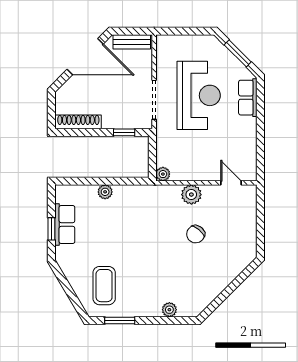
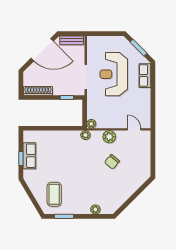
reception desk: (199, 95) -> (114, 74), turned 180
plant: (105, 192) -> (85, 135), moved

